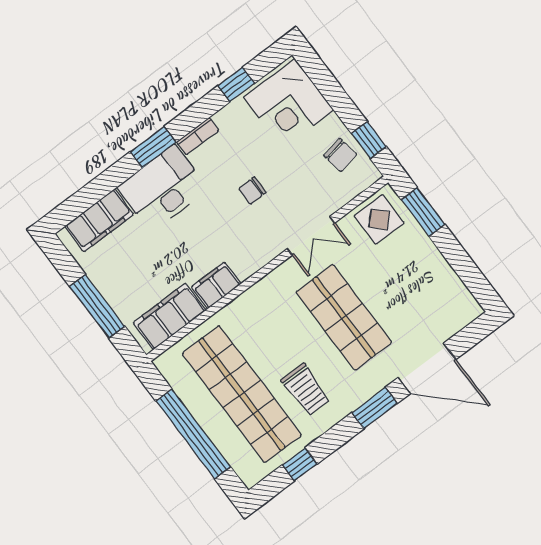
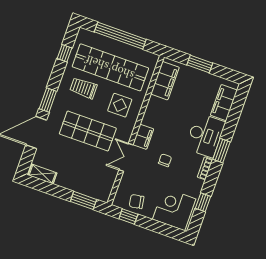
display table: (379, 219) -> (120, 105), moved
filing cabinet: (216, 285) -> (143, 137), moved
shelving: (460, 297) -> (42, 174), added
window: (97, 306) -> (200, 64), width x0.69

